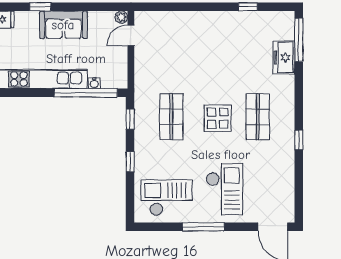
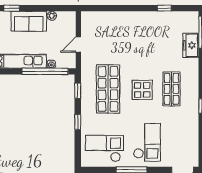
plant: (121, 17) -> (52, 16), moved
door: (131, 35) -> (78, 45), moved
shop shelf: (171, 117) -> (108, 89), width x1.43, depth x1.36

